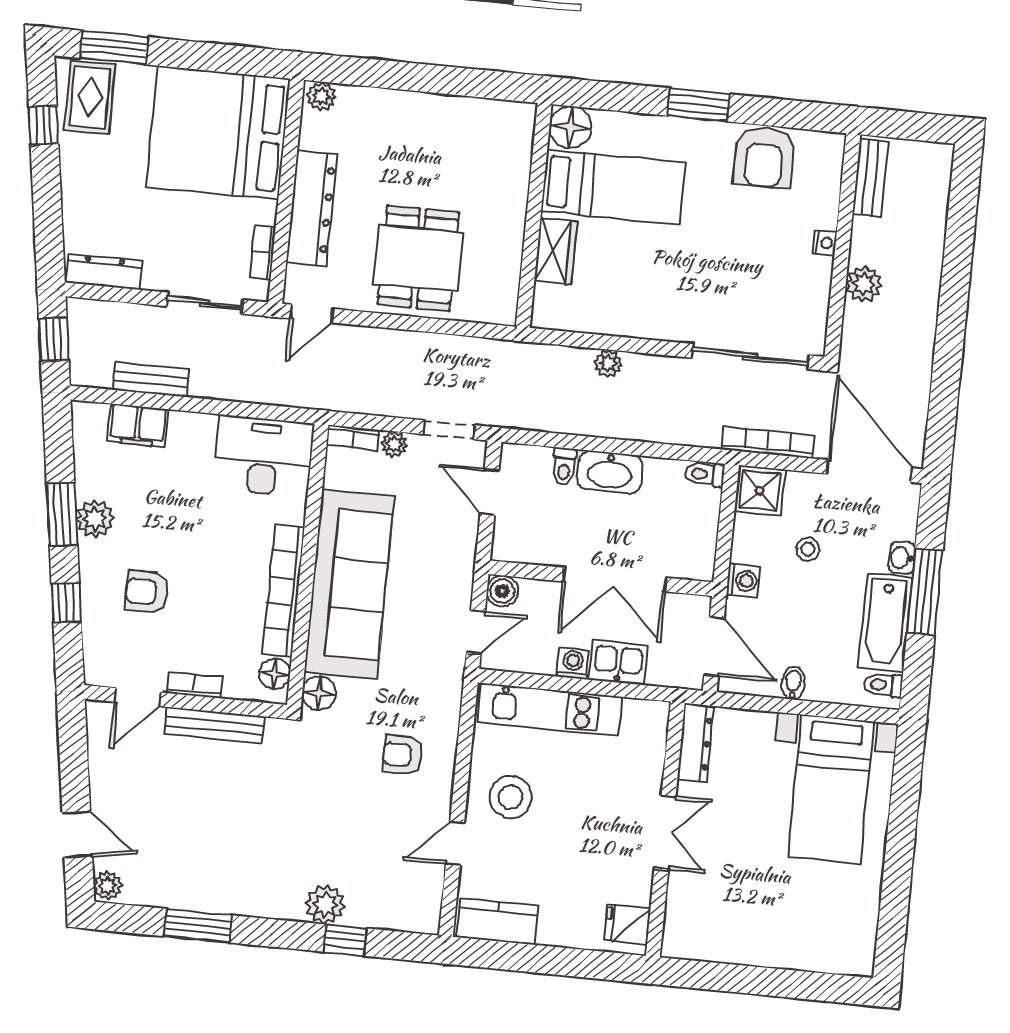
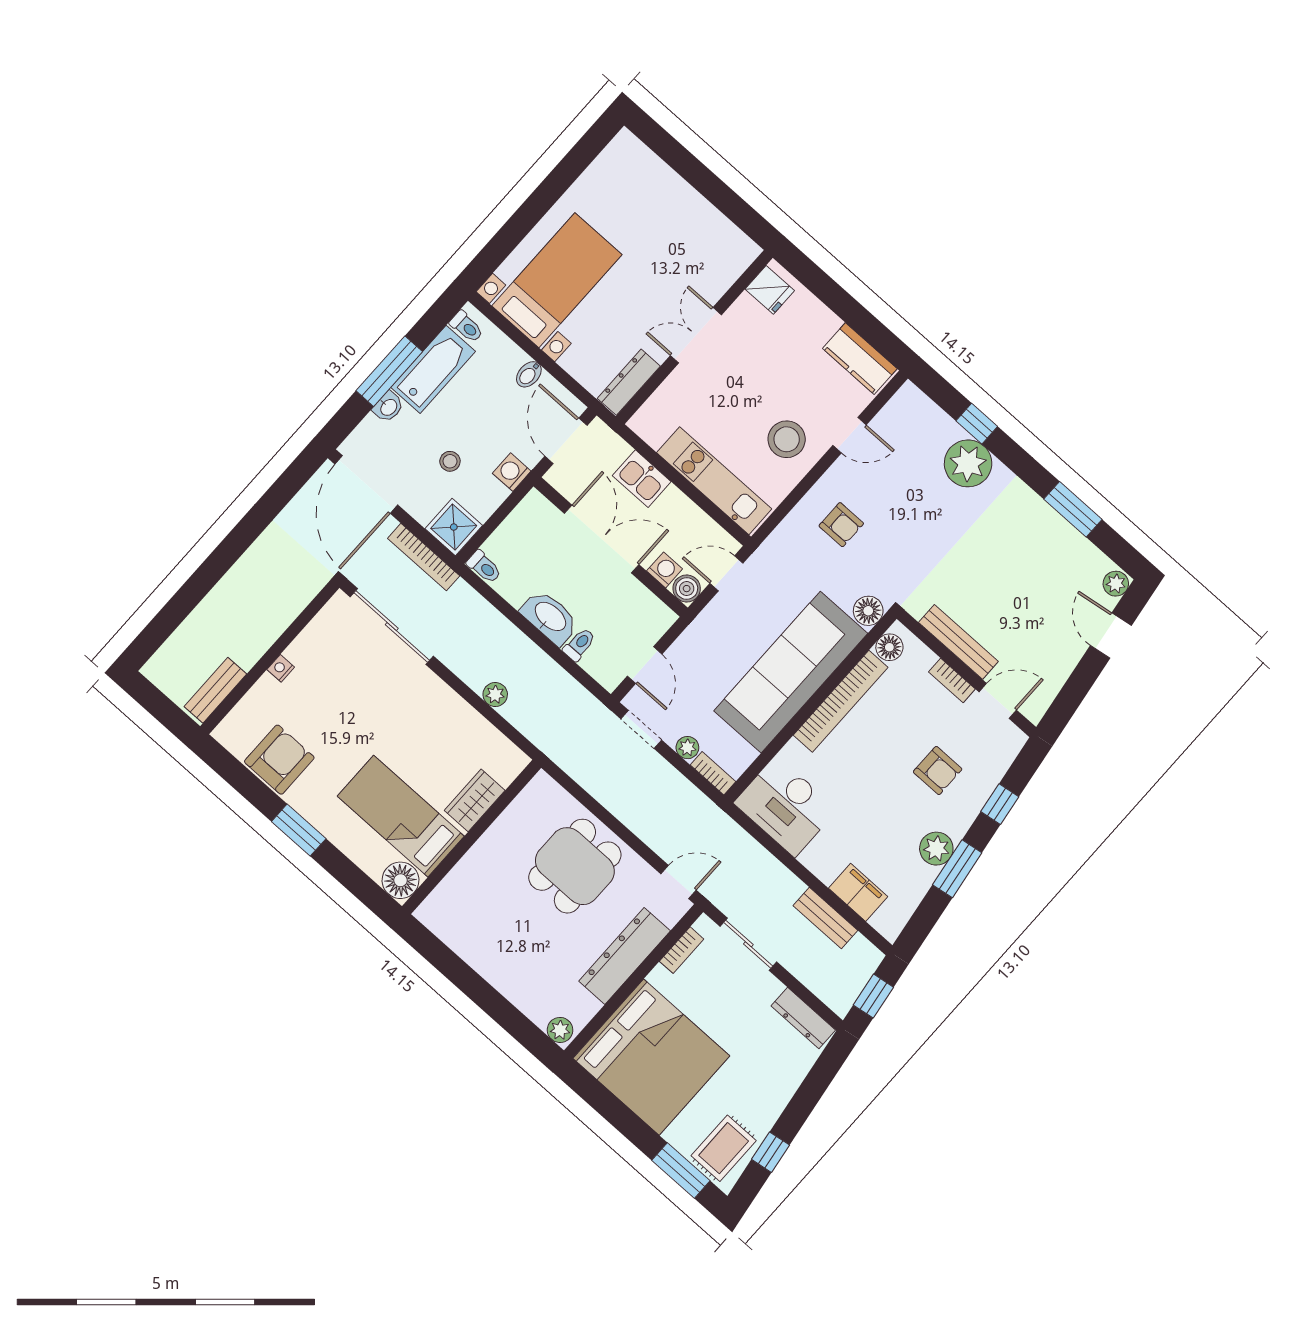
plant: (864, 284) -> (274, 619), removed
washing machine: (573, 663) -> (665, 570), moved, turned 180
plant: (325, 905) -> (968, 463), width x1.36, depth x1.36

